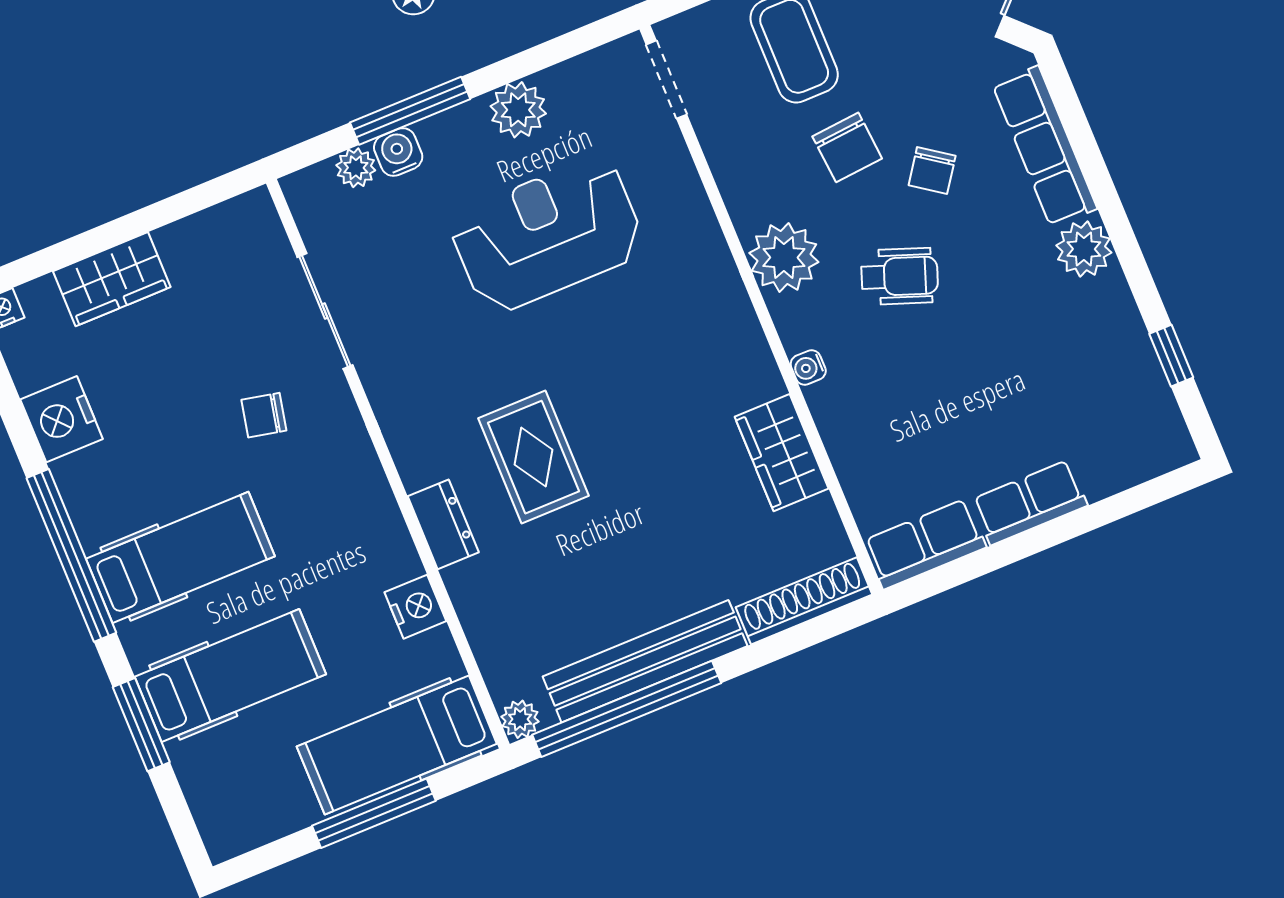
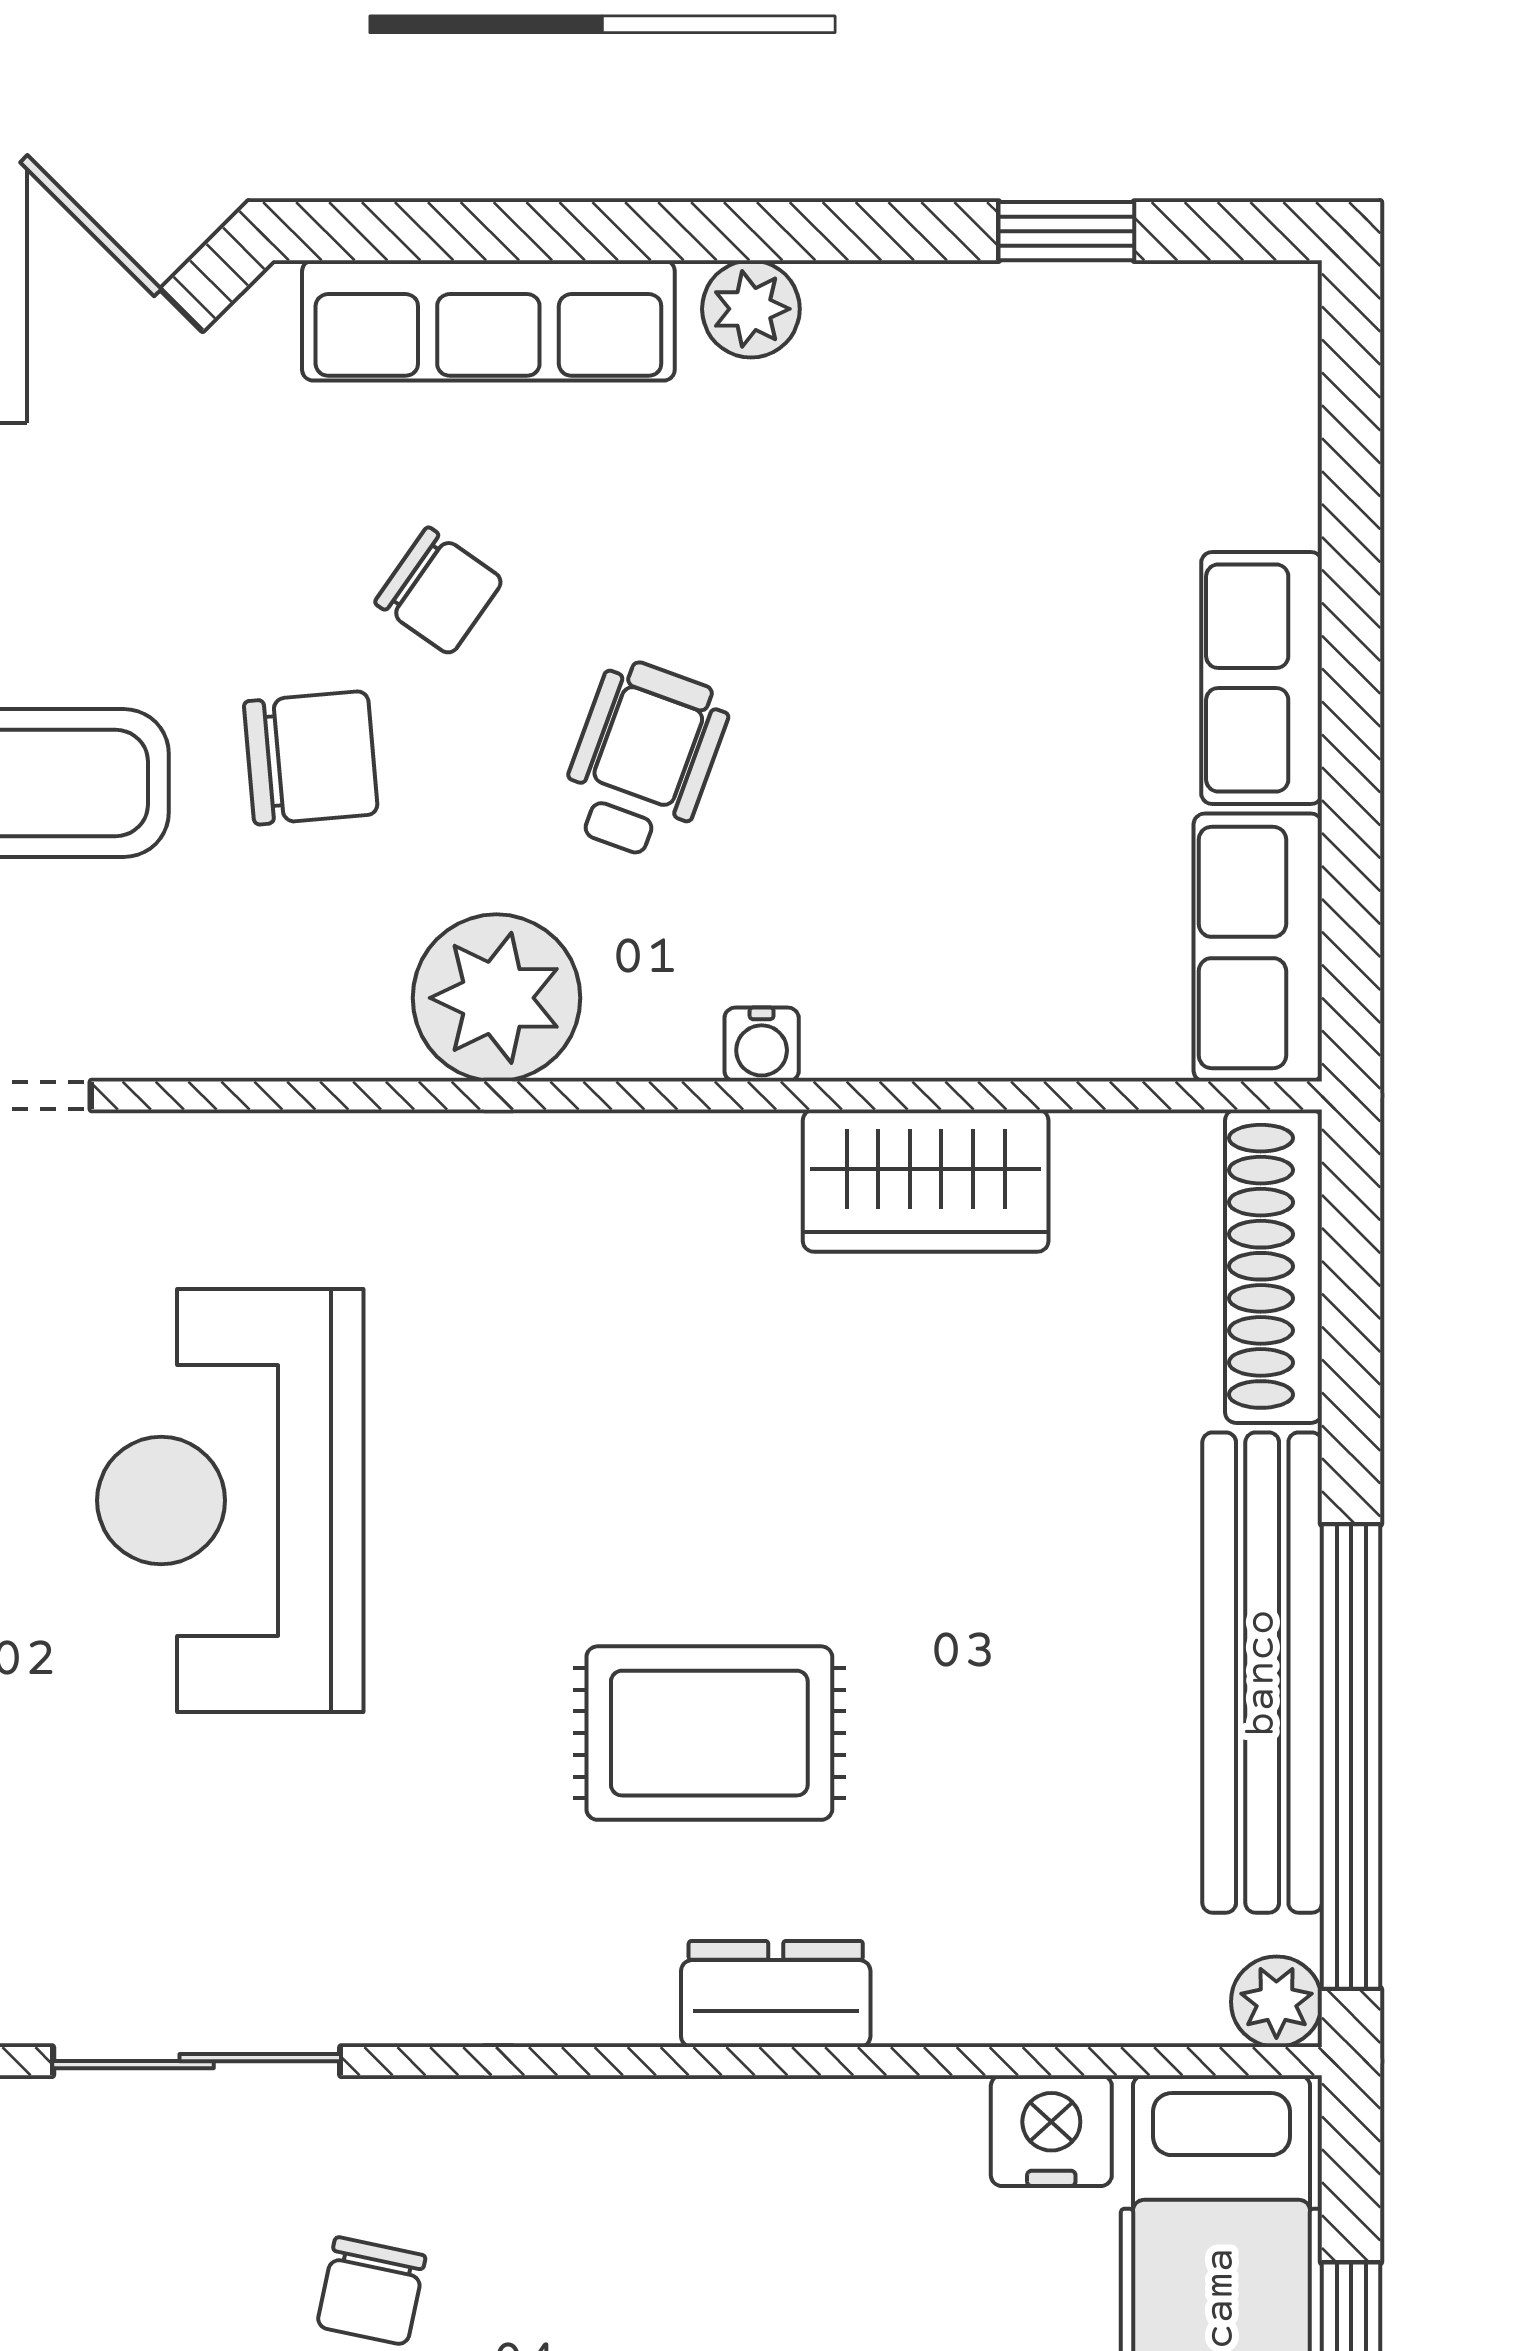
plant: (1084, 249) -> (751, 309), width x0.73, depth x0.73
nightstand: (415, 607) -> (1051, 2131), moved

